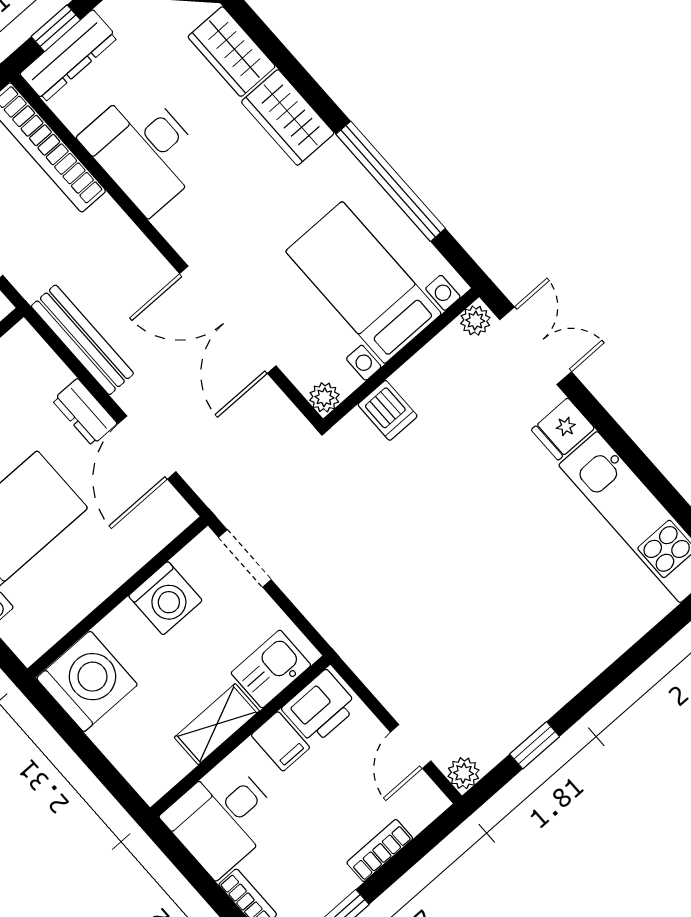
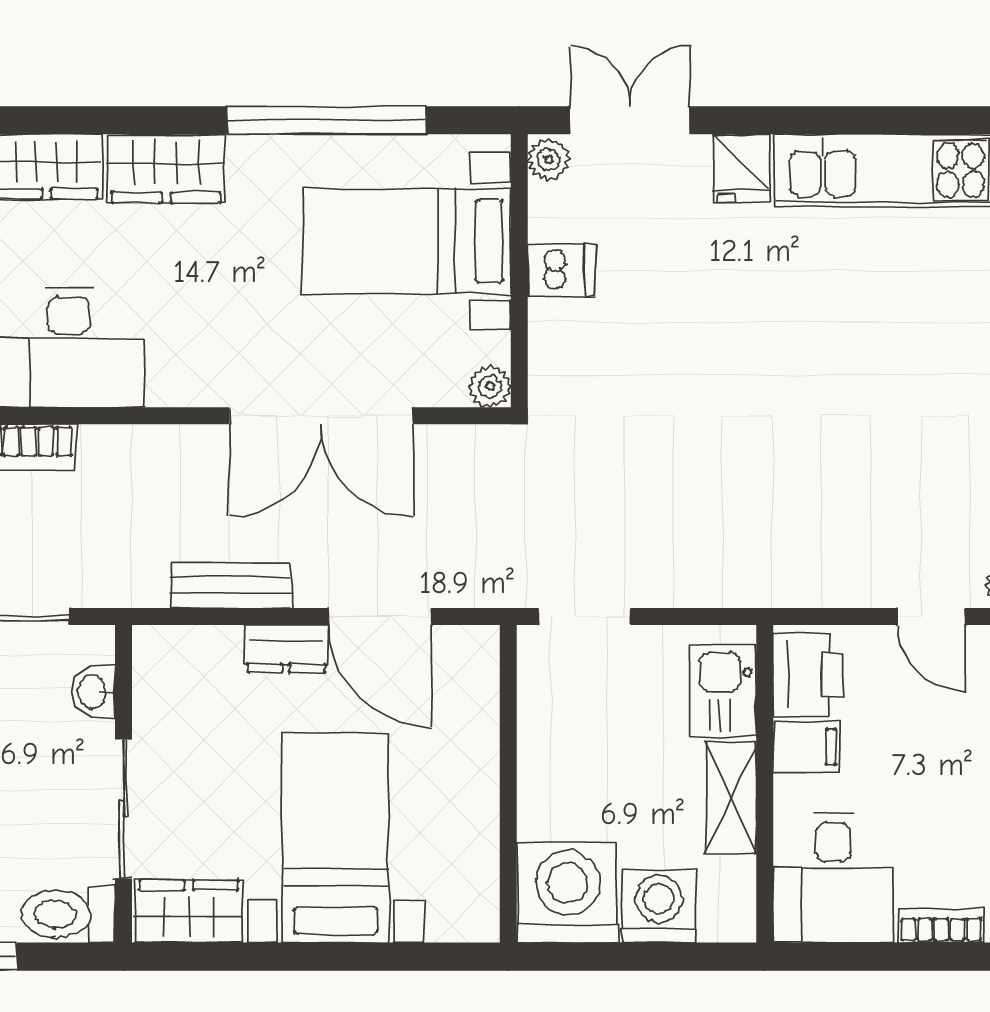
bench: (82, 340) -> (231, 585), width x0.73
dishwasher: (388, 410) -> (562, 270), moved
washing machine: (165, 598) -> (659, 906), moved, turned -90

